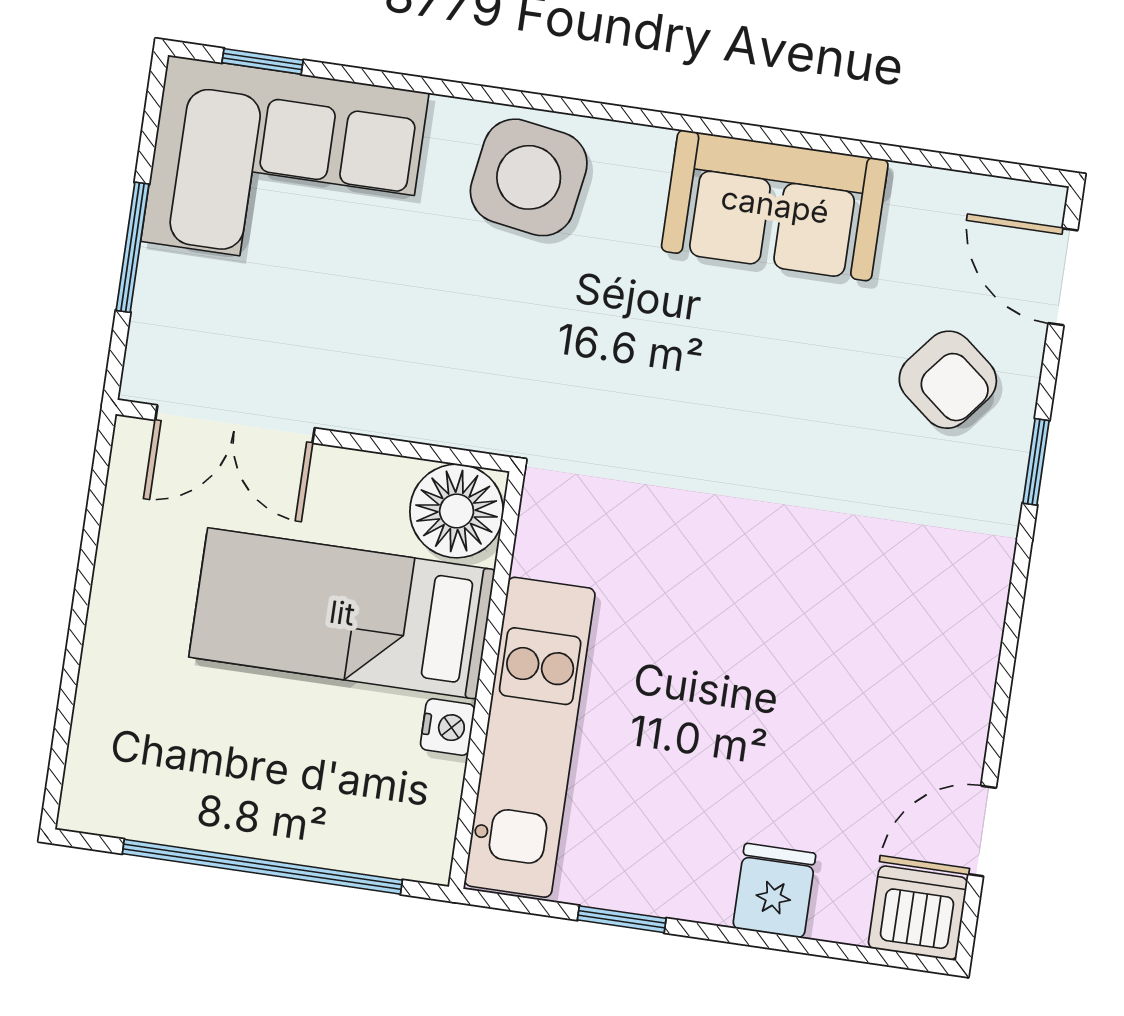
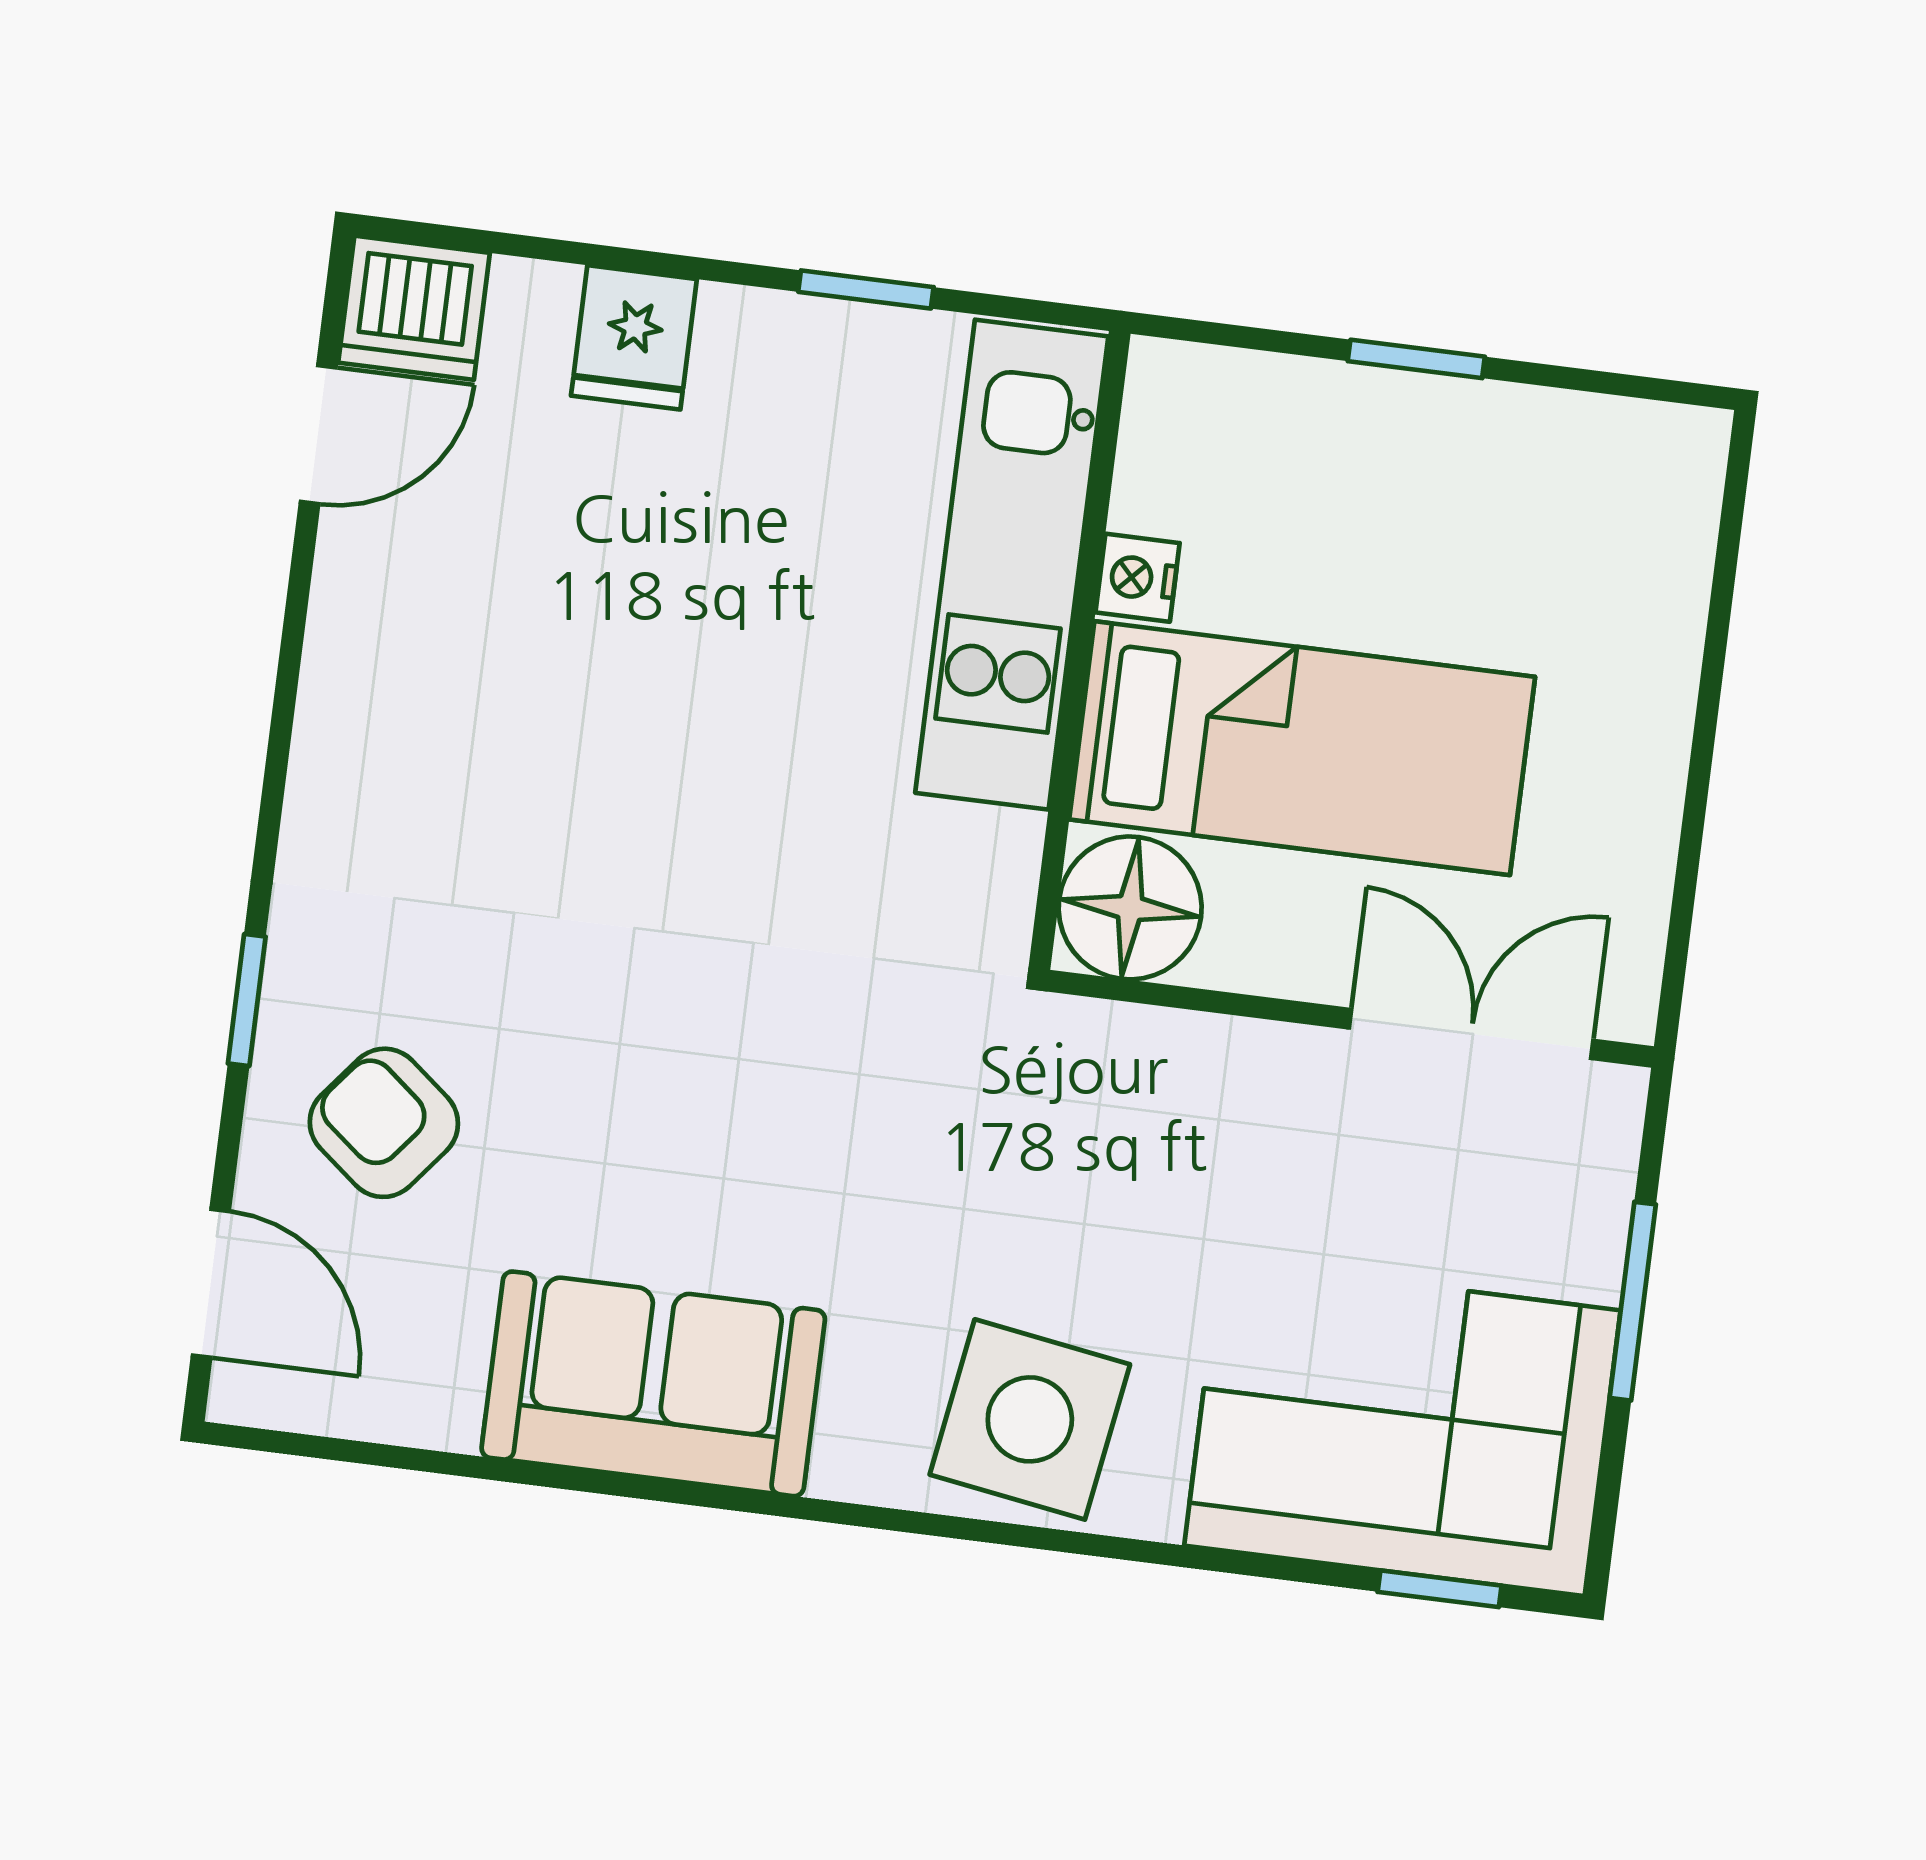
window: (262, 867) -> (1416, 359), width x0.32

